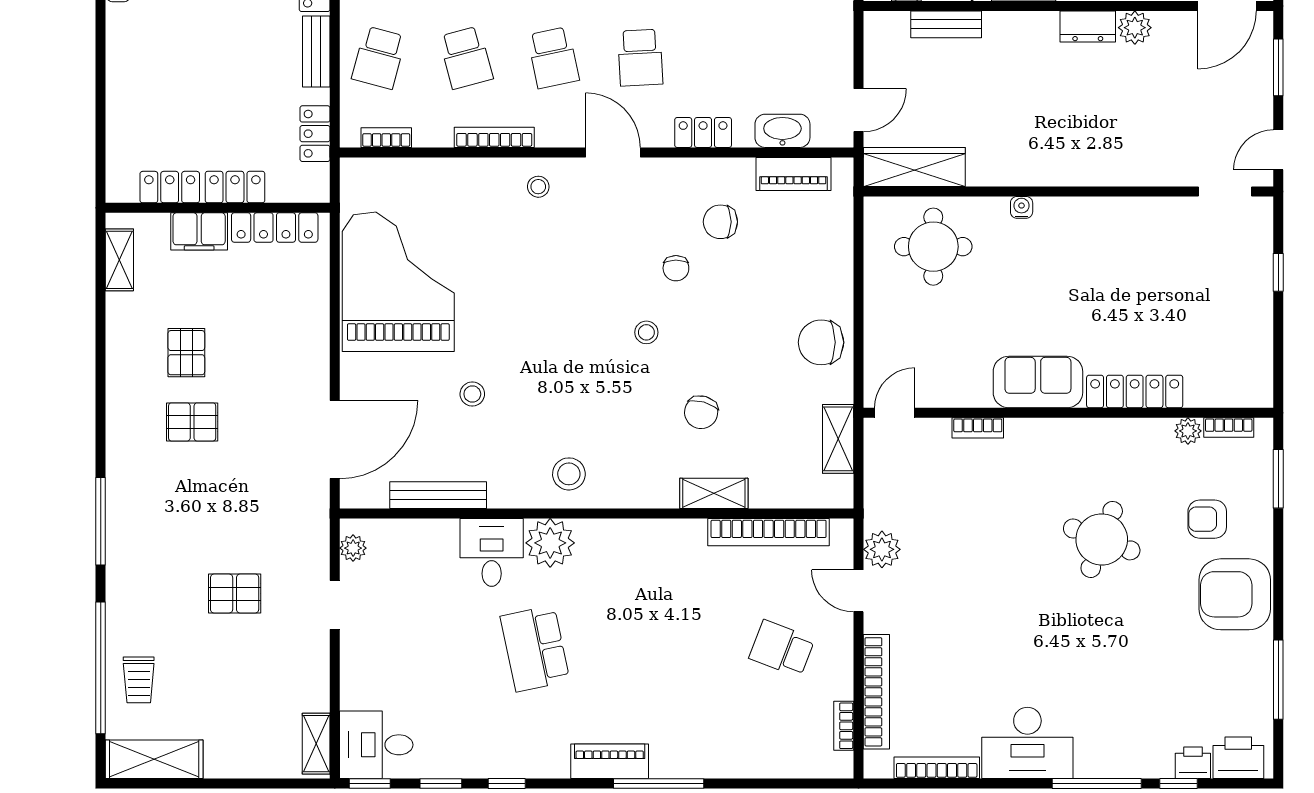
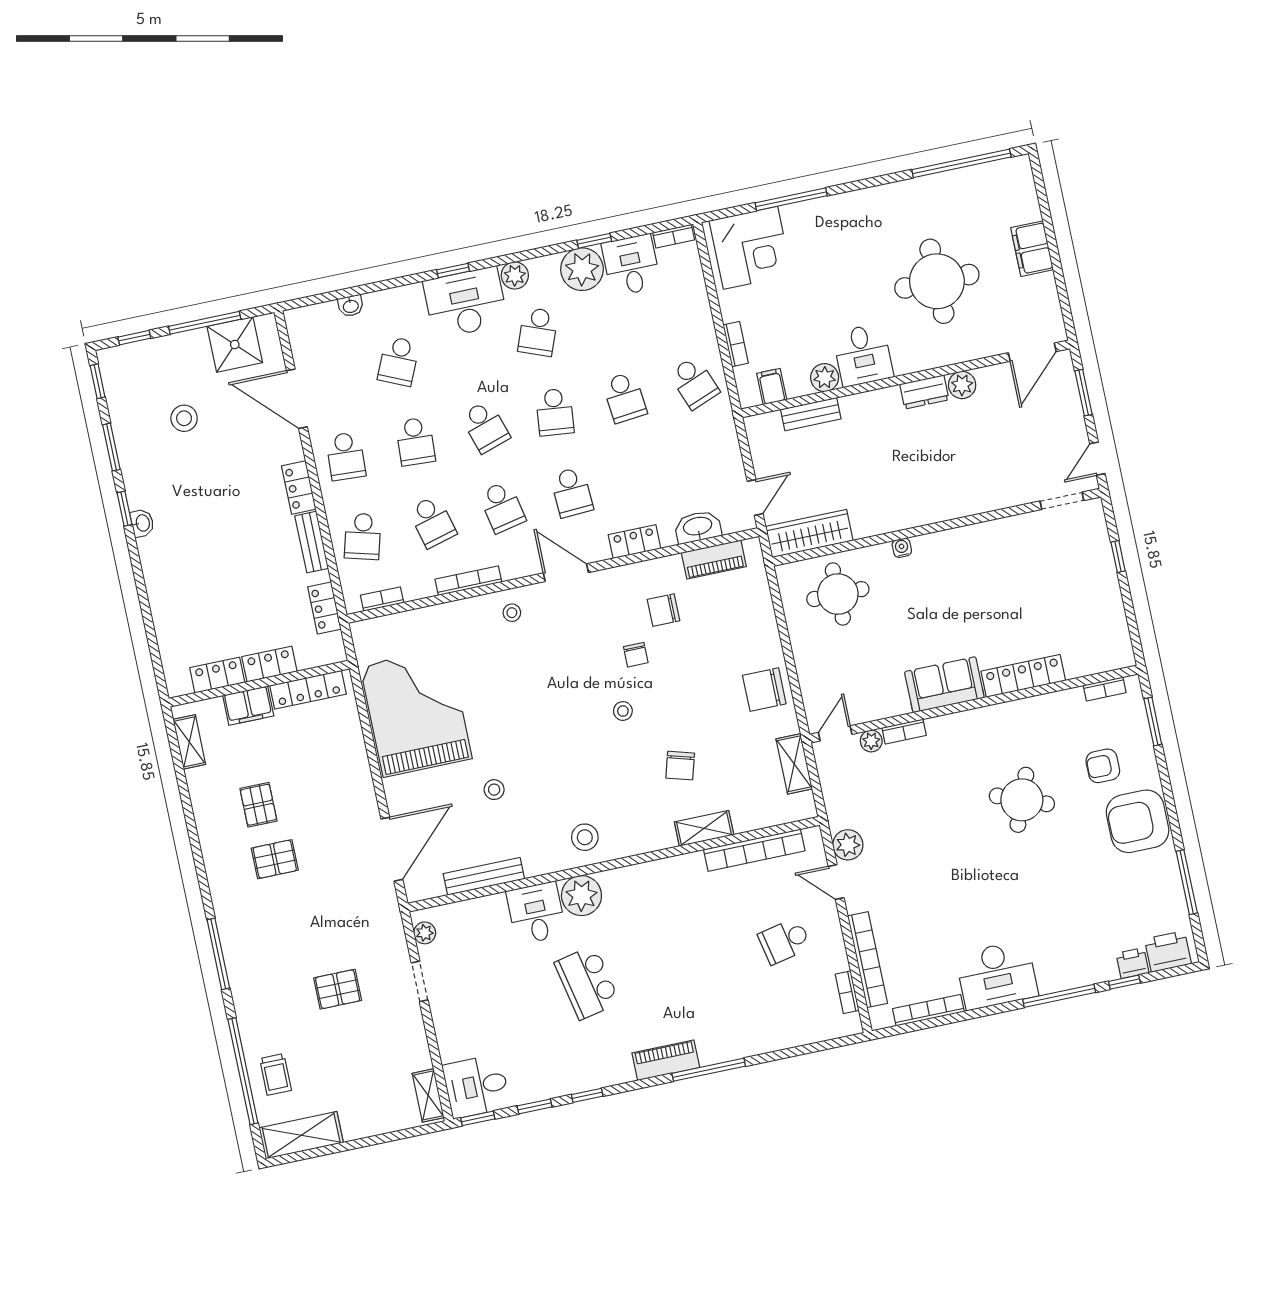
plant: (1188, 431) -> (871, 741), moved
school desk: (782, 649) -> (785, 941), turned -33

